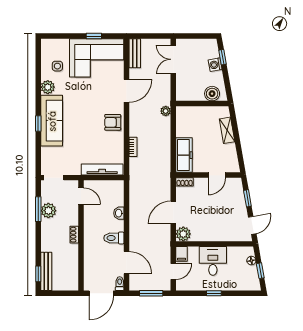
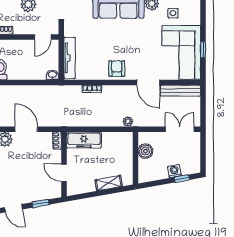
bench: (135, 53) -> (180, 91), width x1.36
boiler: (212, 94) -> (145, 151), moved
washbasin: (119, 213) -> (52, 75), moved

